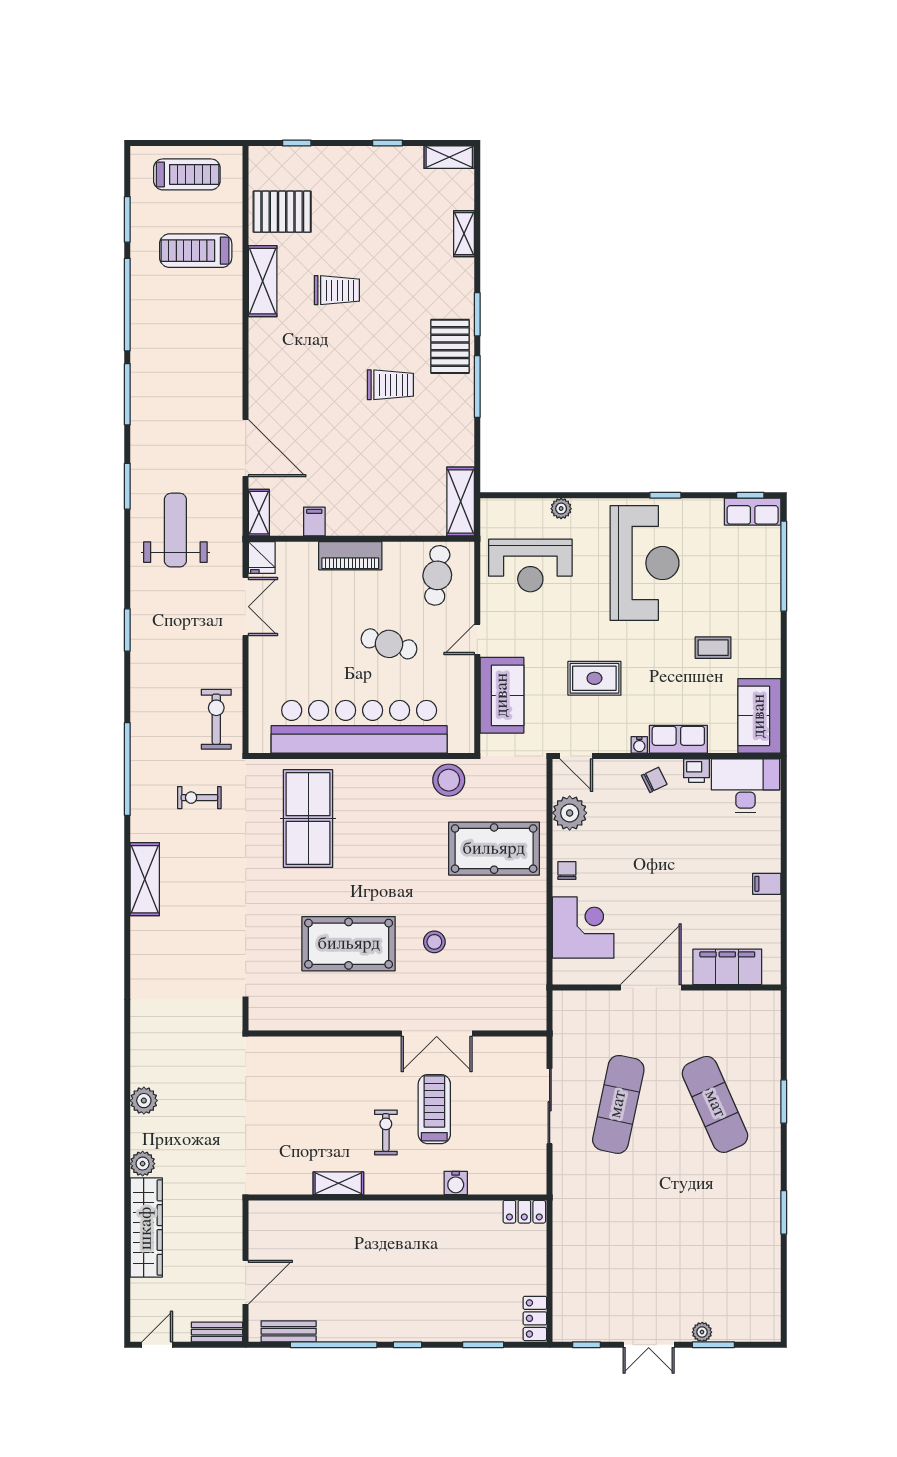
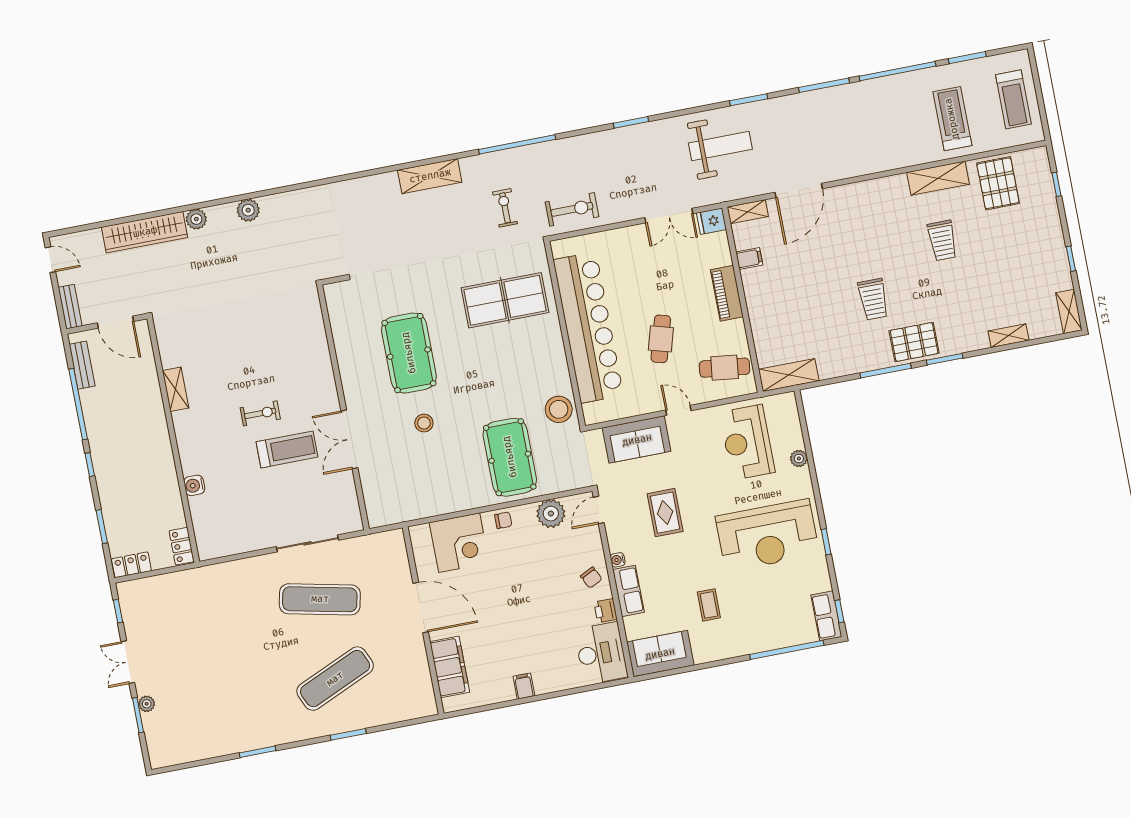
shelving: (338, 1183) -> (176, 389), moved
water cooler: (456, 1183) -> (194, 485), moved
wall: (398, 1198) -> (173, 440), moved
locker: (524, 1212) -> (182, 546), moved

